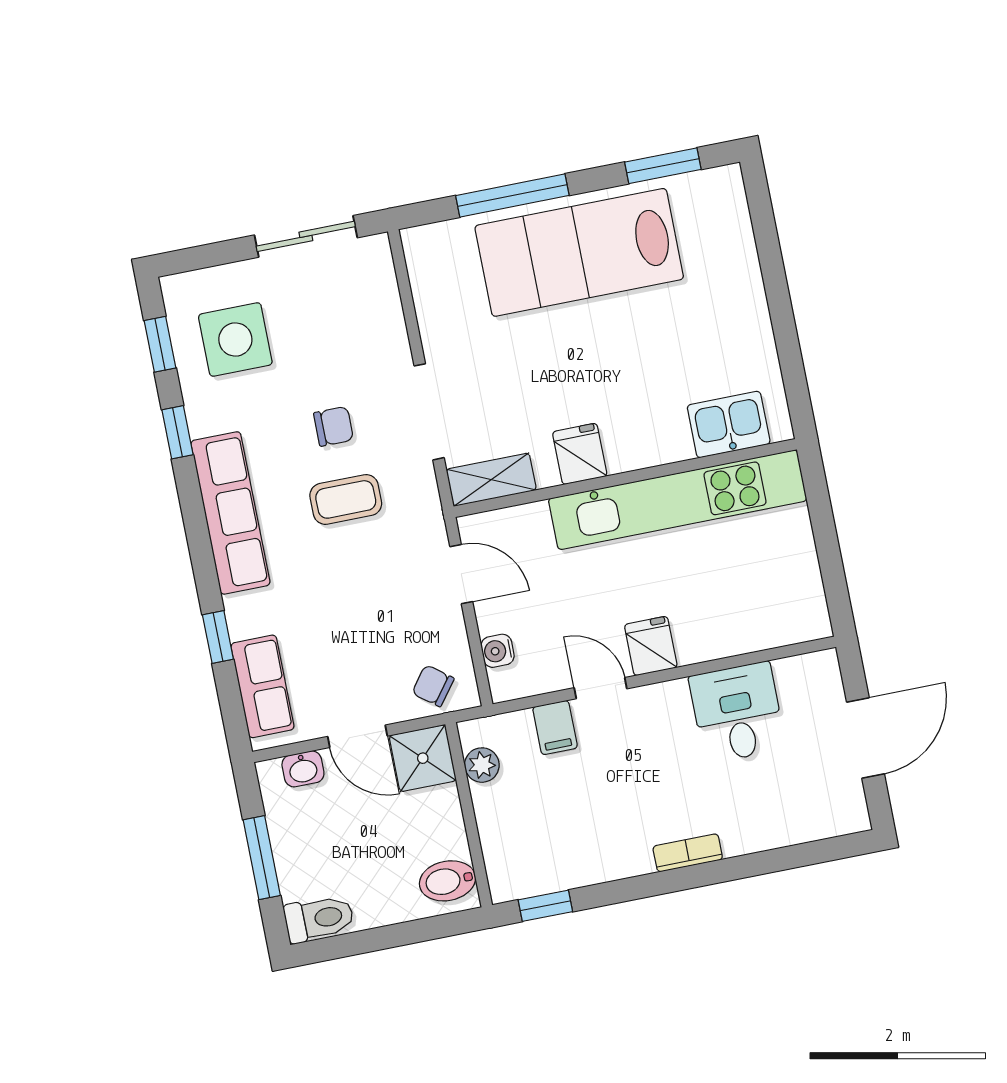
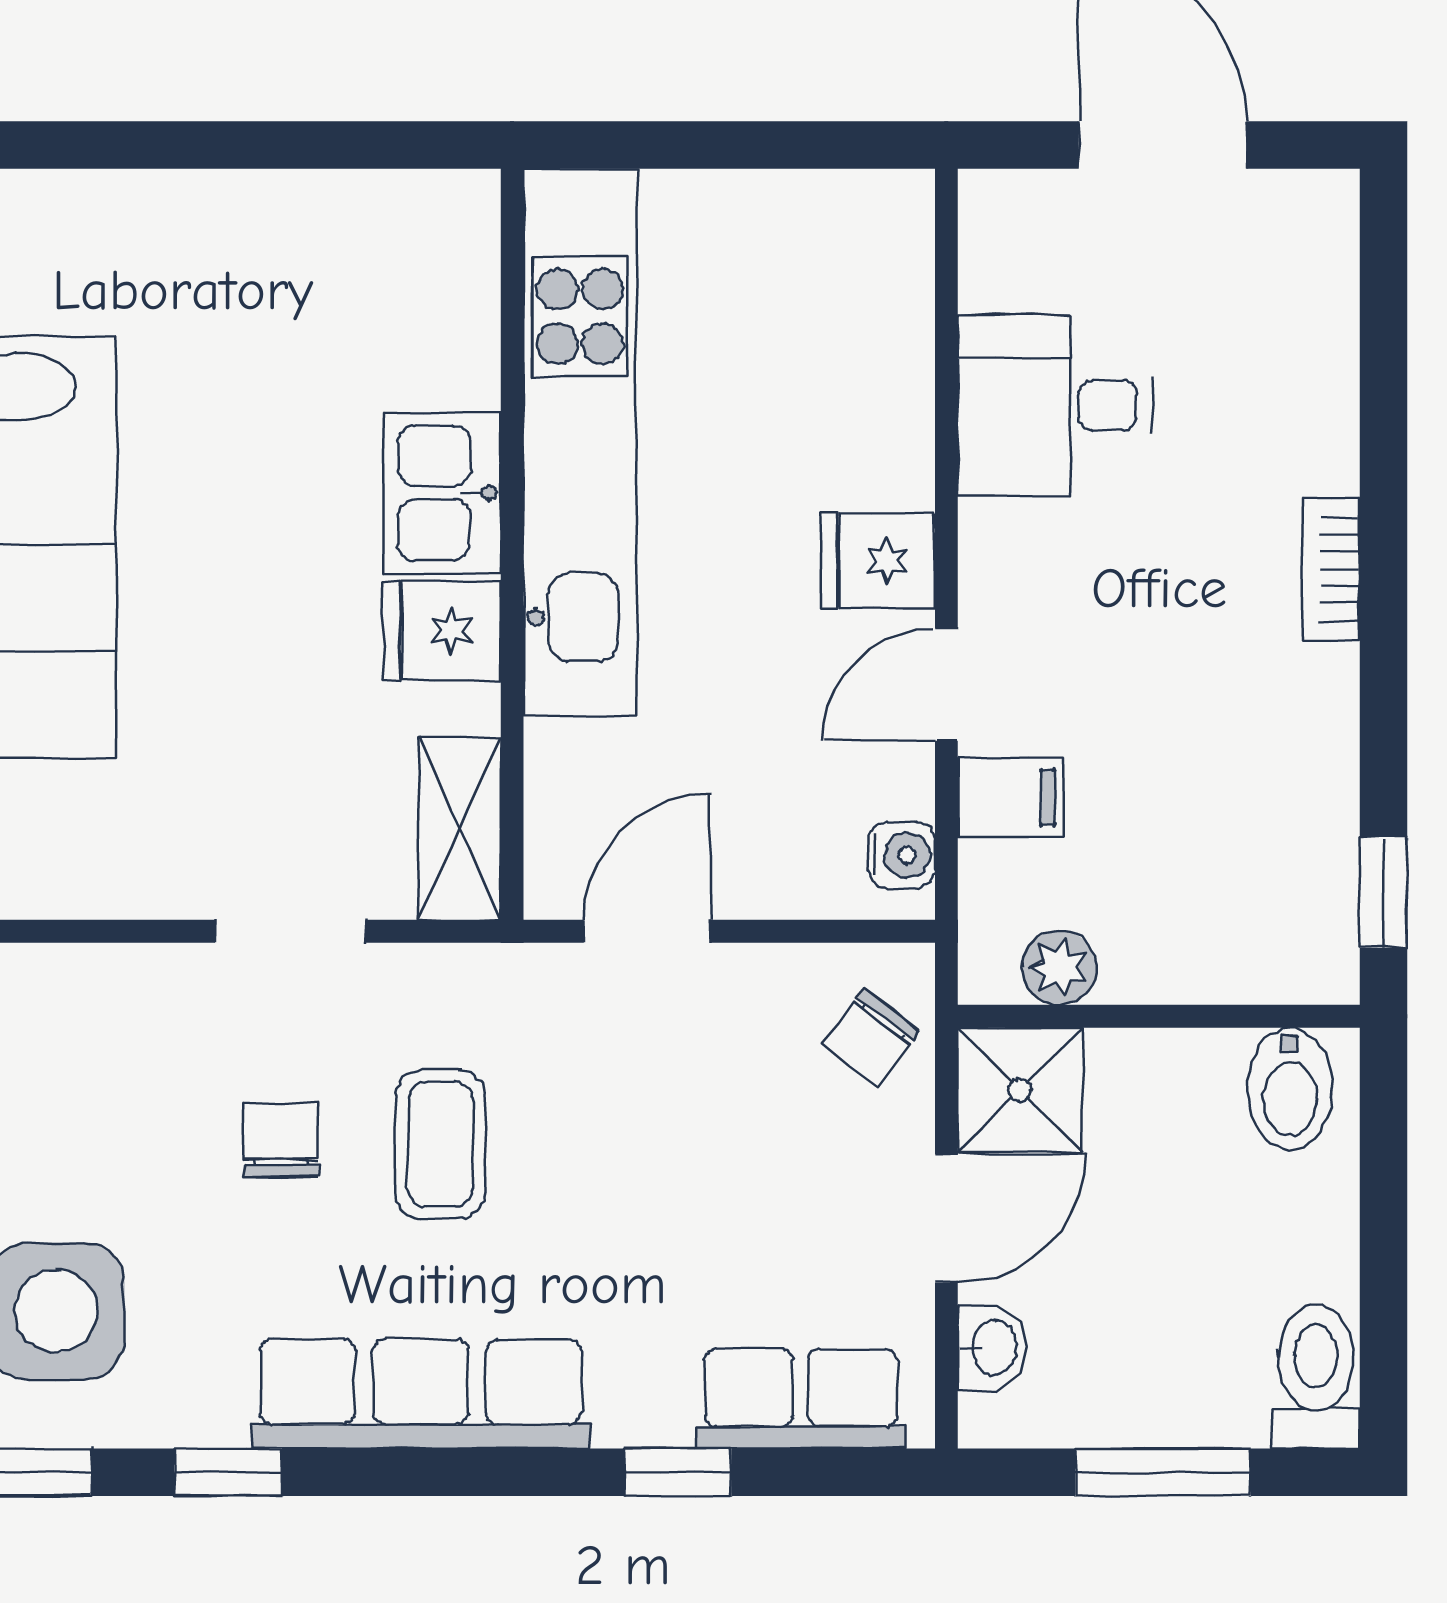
doorway: (429, 412) -> (290, 931), width x0.73
kitchen sink: (729, 425) -> (442, 493), moved
water cooler: (498, 651) -> (902, 855), moved, turned -90

